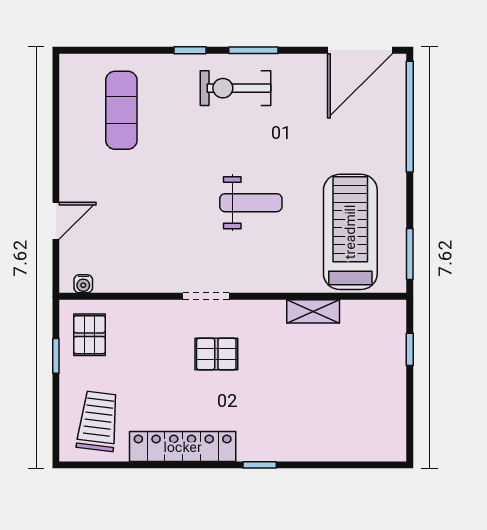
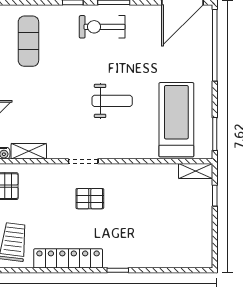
shelving: (122, 281) -> (29, 151), added
shelving: (313, 311) -> (196, 171), moved

